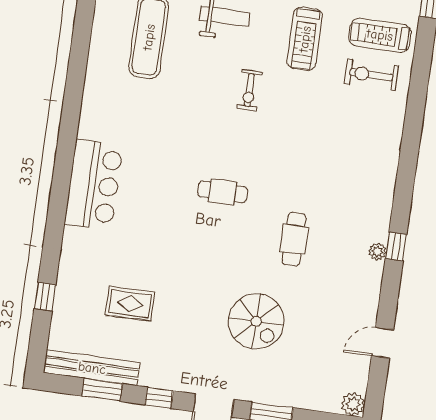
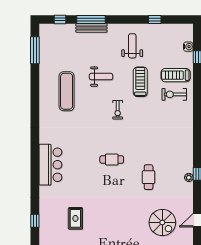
treadmill: (305, 39) -> (140, 82), turned 180
rug: (130, 304) -> (75, 218), turned 90
spiral stairs: (256, 321) -> (162, 222), moved

